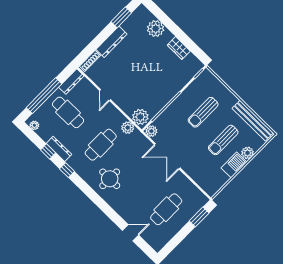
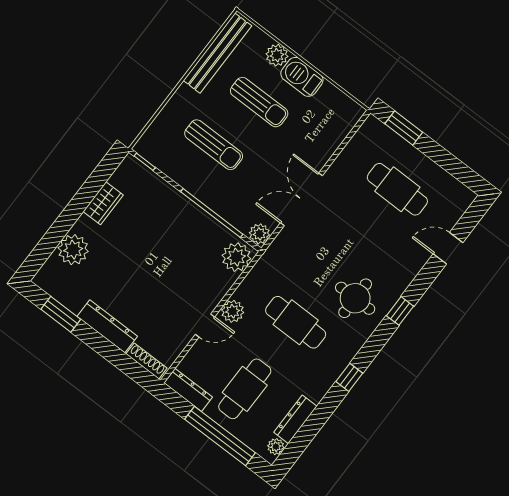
plant: (128, 128) -> (233, 311), moved
dresser: (59, 149) -> (295, 419), moved
window: (48, 151) -> (400, 311), moved
double door: (167, 156) -> (301, 199), swing flipped
door: (131, 233) -> (448, 248), hinge flipped

